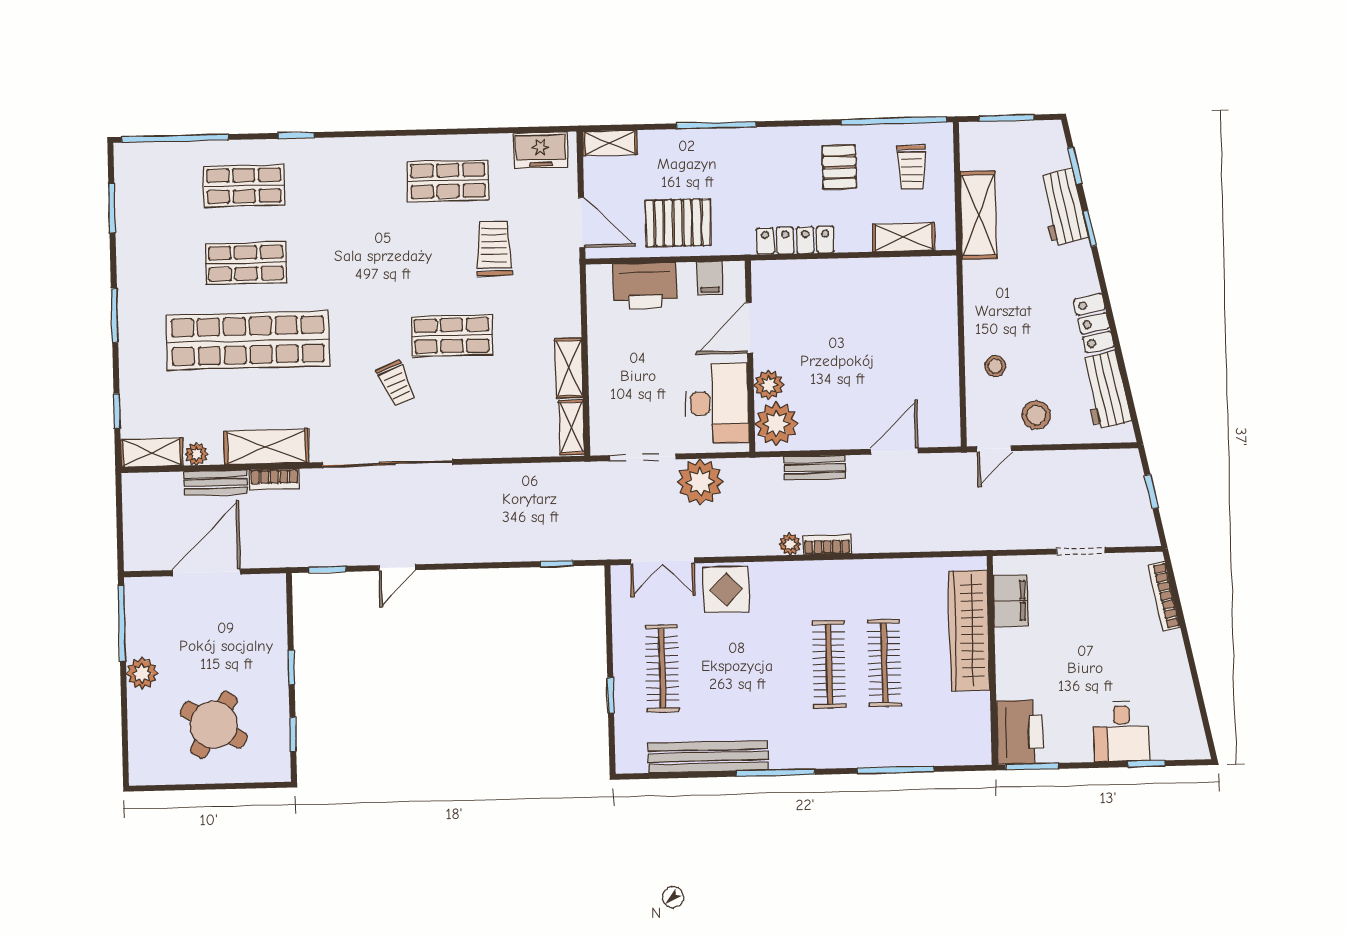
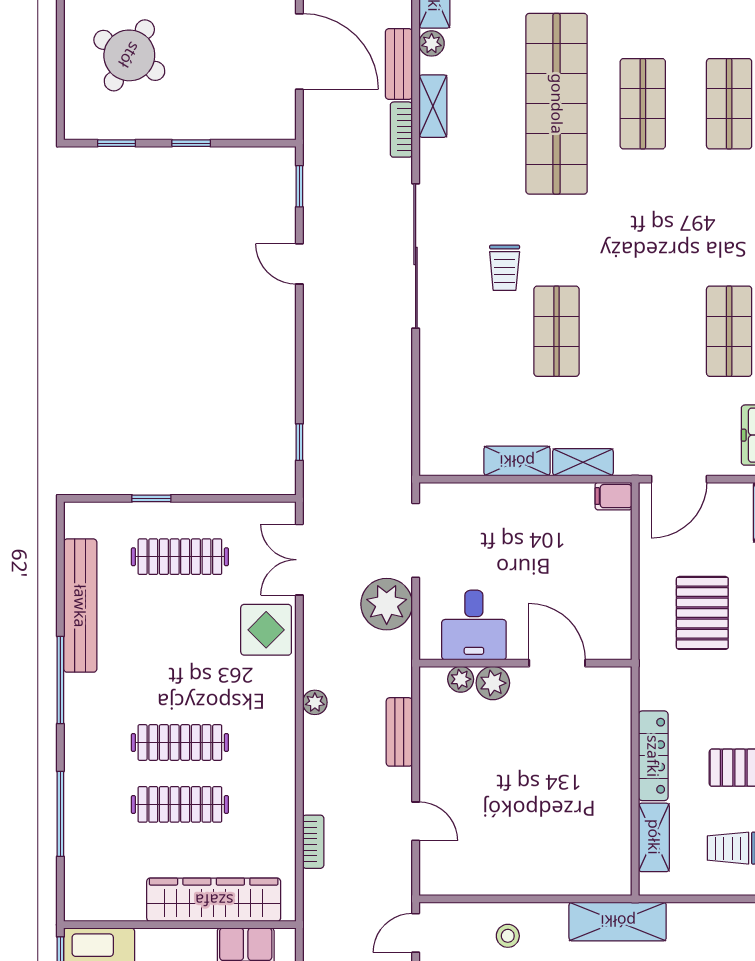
shelving: (979, 215) -> (618, 921), moved
pallet: (678, 223) -> (702, 613), moved
locker: (795, 240) -> (653, 756), moved
trolley: (494, 248) -> (652, 381), removed
filing cabinet: (710, 278) -> (613, 496), moved
printer: (645, 286) -> (607, 548), removed
trolley: (396, 383) -> (505, 268), turned -67
desk: (717, 403) -> (474, 625), width x0.73
plant: (776, 424) -> (461, 679), width x0.53, depth x0.53
shelving: (572, 427) -> (583, 462), moved
shelving: (266, 447) -> (433, 106), width x0.67, depth x0.75
door: (994, 449) -> (416, 933), hinge flipped
door: (894, 451) -> (416, 821), width x0.73
bookcase: (827, 545) -> (313, 842), moved

